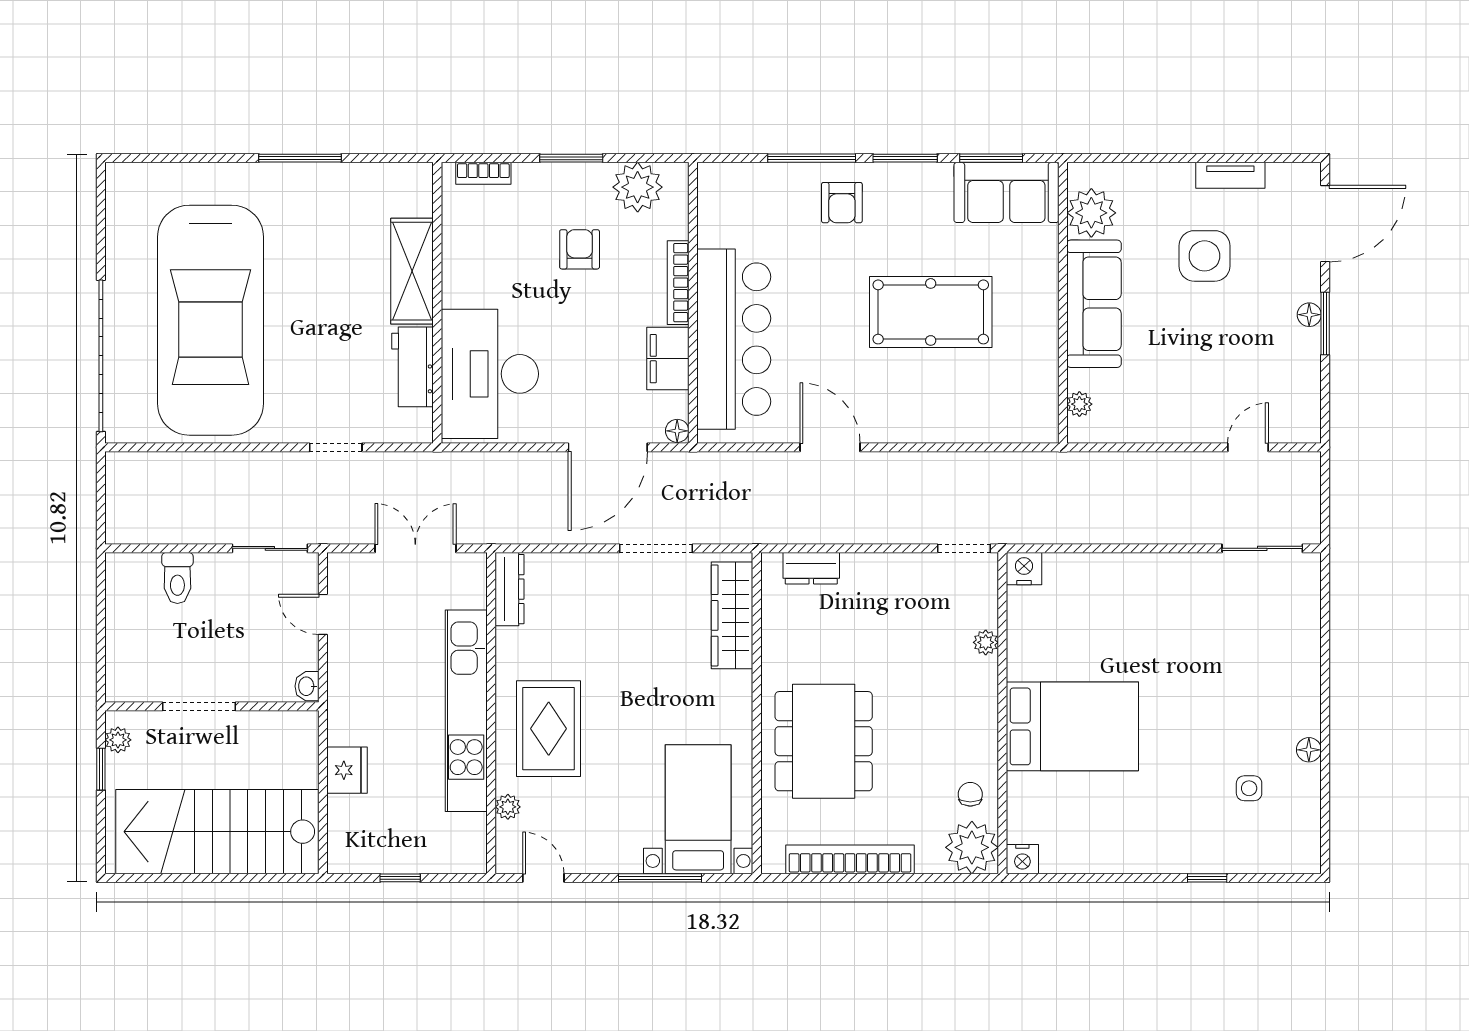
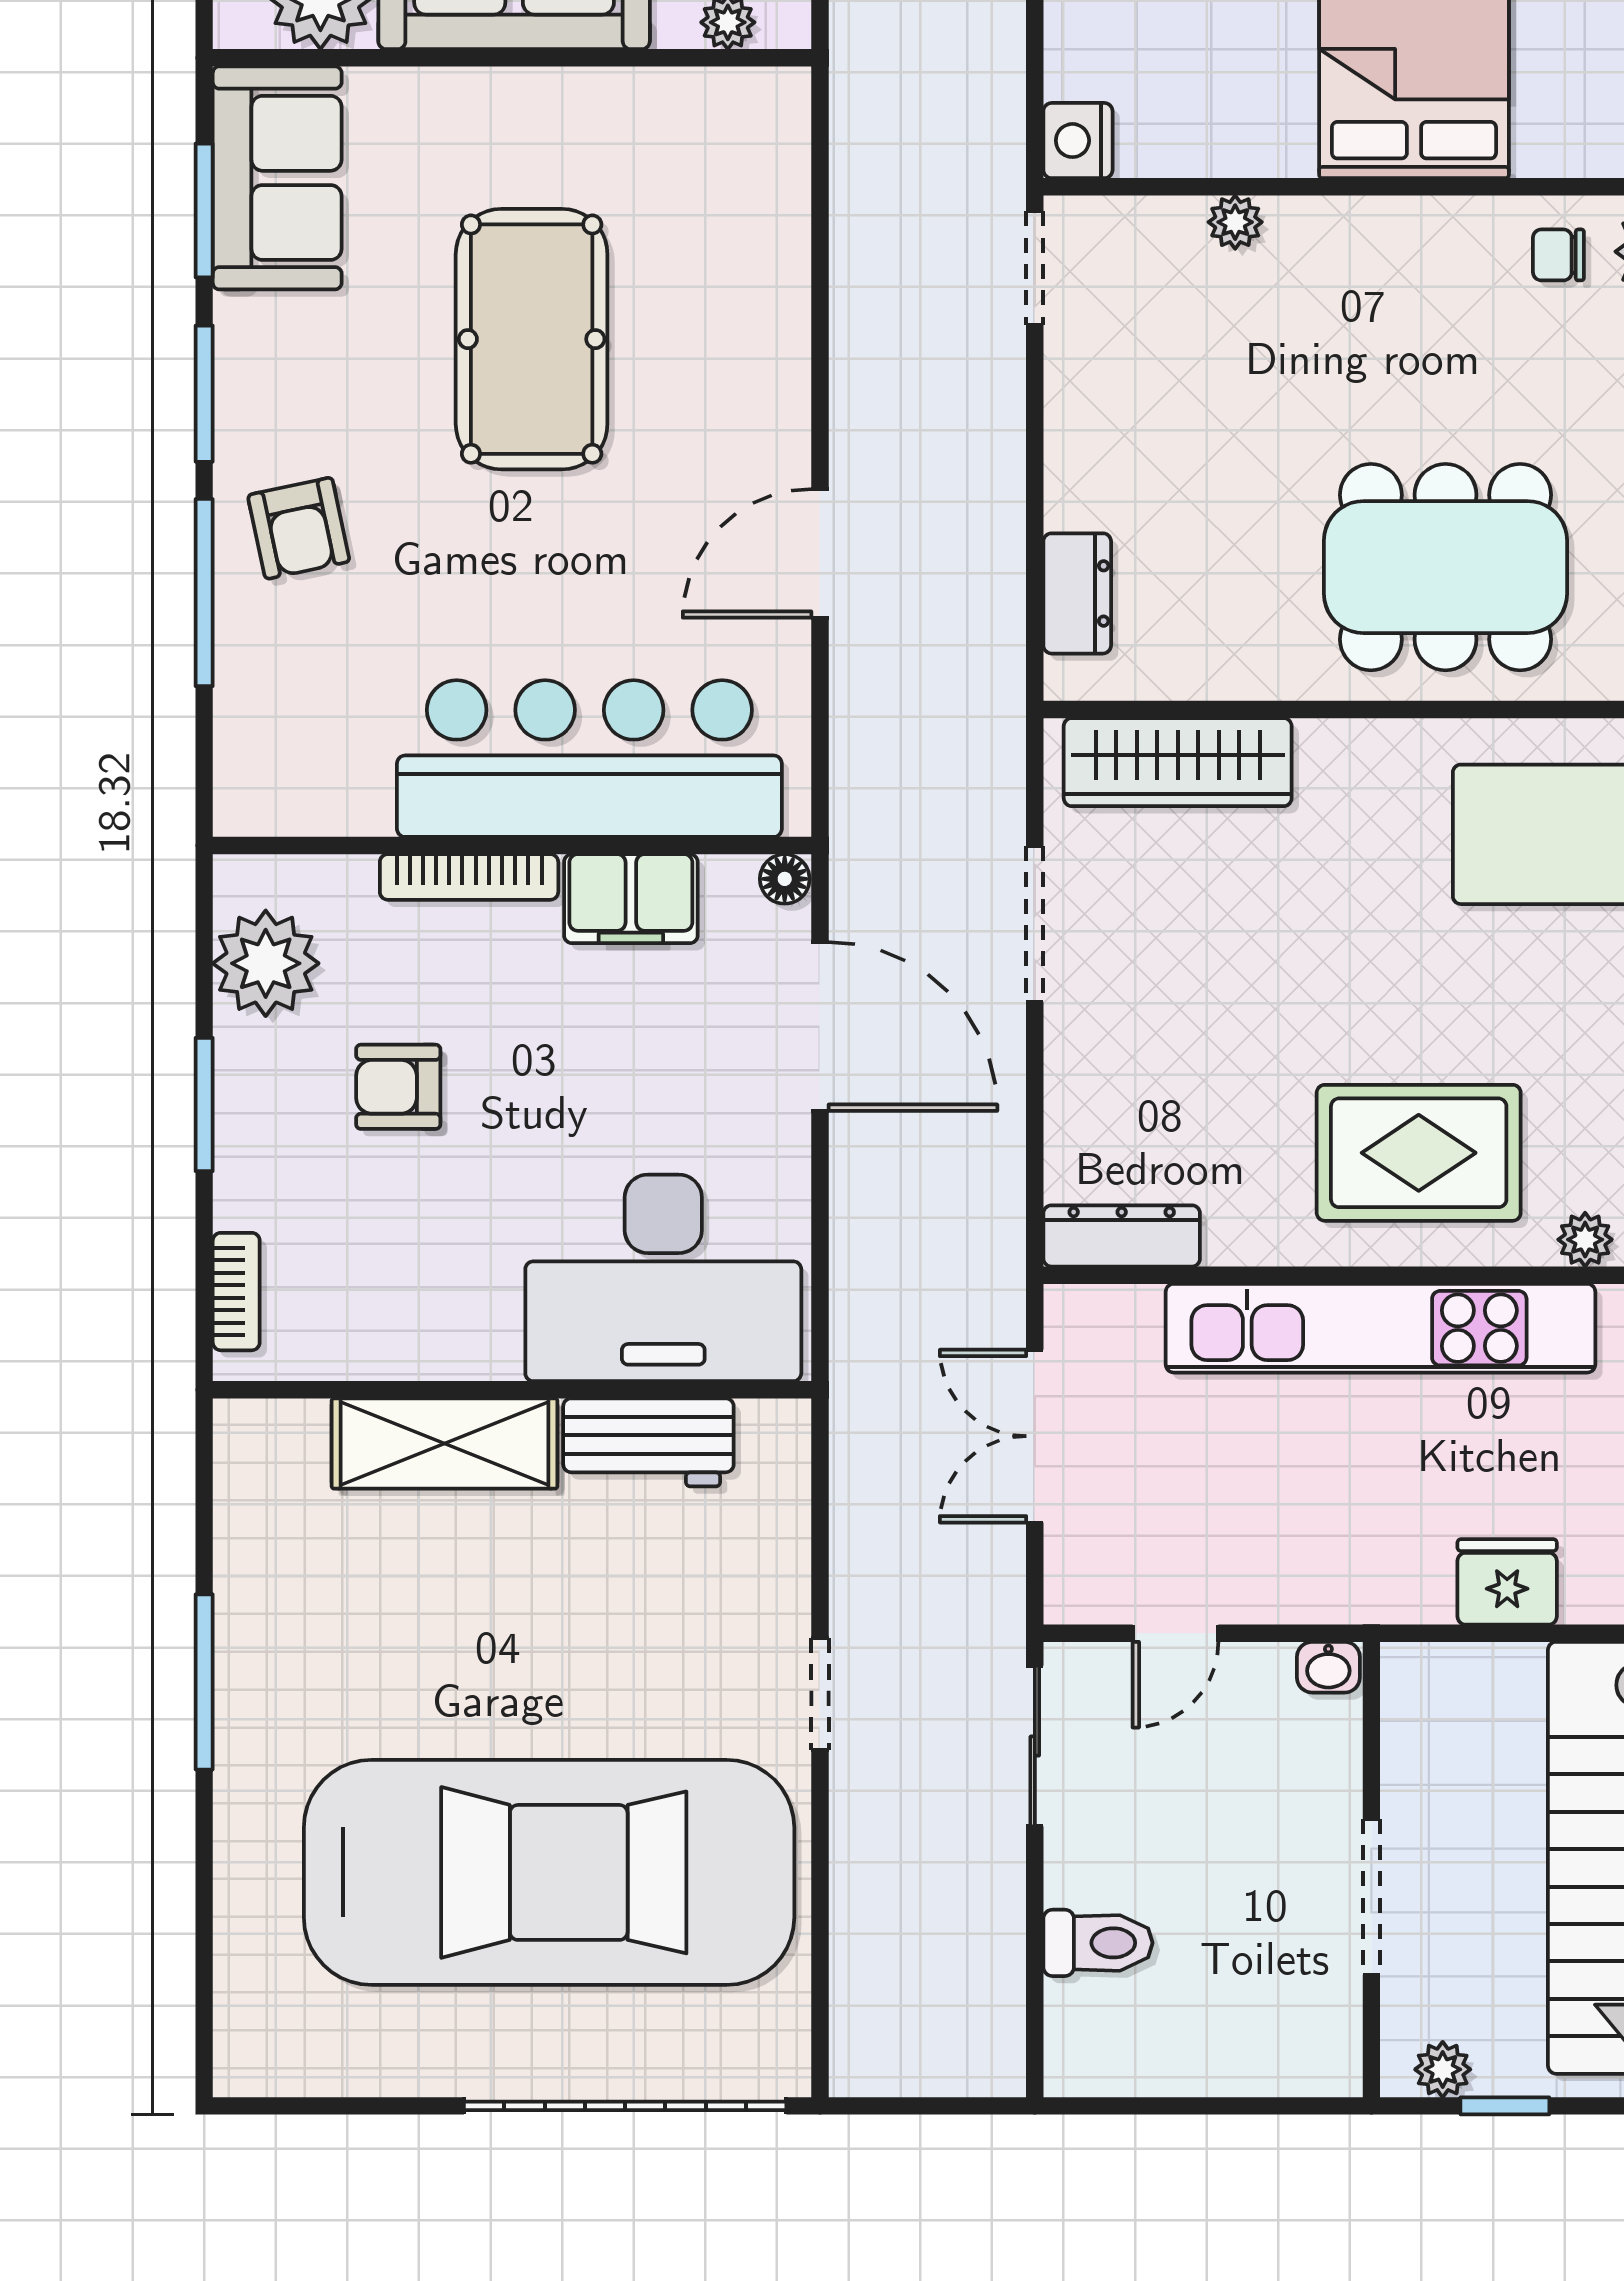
armchair: (842, 203) -> (299, 528), turned 78
doorway: (336, 447) -> (820, 1694), moved

